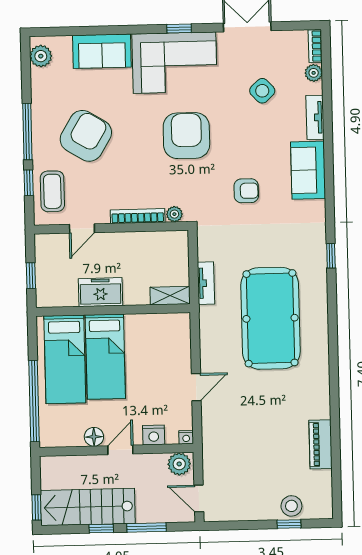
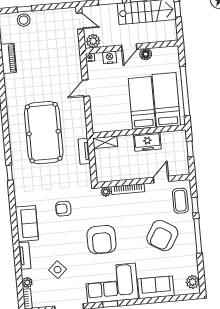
window: (34, 401) -> (185, 91), moved

